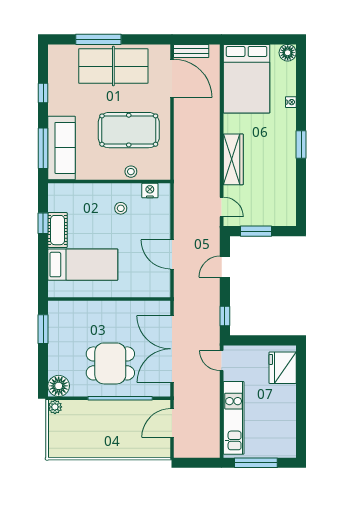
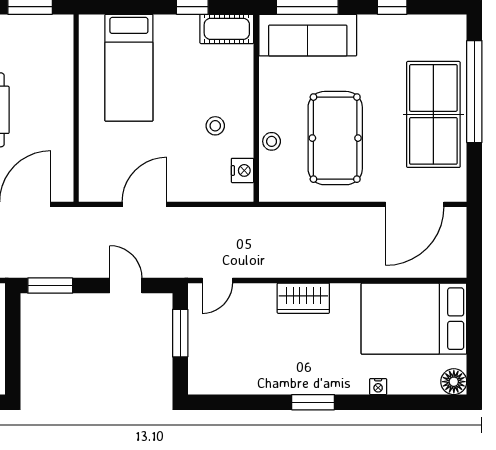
window: (98, 39) -> (474, 92), width x1.46
bench: (191, 51) -> (456, 234), removed
wardrobe: (233, 159) -> (303, 298), width x0.67
cot: (58, 230) -> (227, 29), moved
window: (225, 316) -> (50, 286), width x1.50

